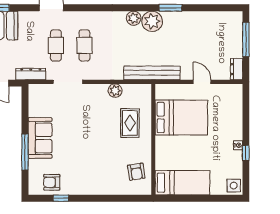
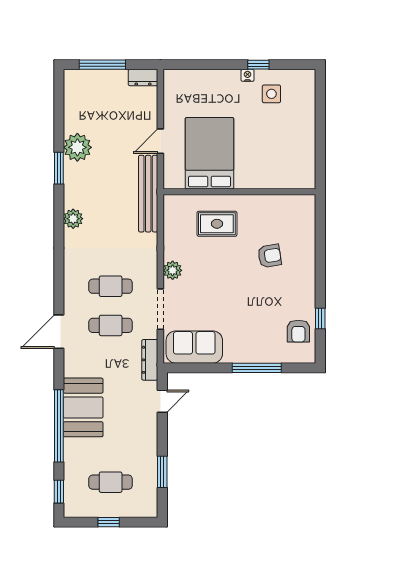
plant: (152, 21) -> (77, 147), moved
door: (202, 82) -> (160, 141), moved
plant: (115, 91) -> (173, 270), moved
sofa: (40, 138) -> (194, 347), moved
armchair: (136, 172) -> (270, 256), moved
bed: (182, 183) -> (299, 152), removed
side table: (234, 186) -> (271, 94), moved

